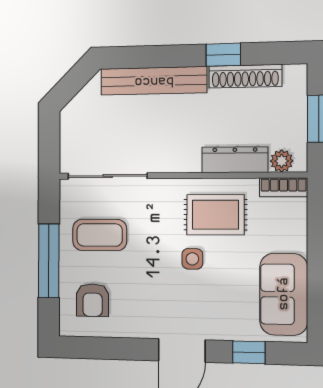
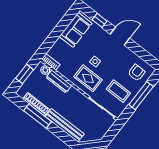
window: (223, 55) -> (38, 116), width x2.17
rug: (215, 215) -> (88, 78), moved

